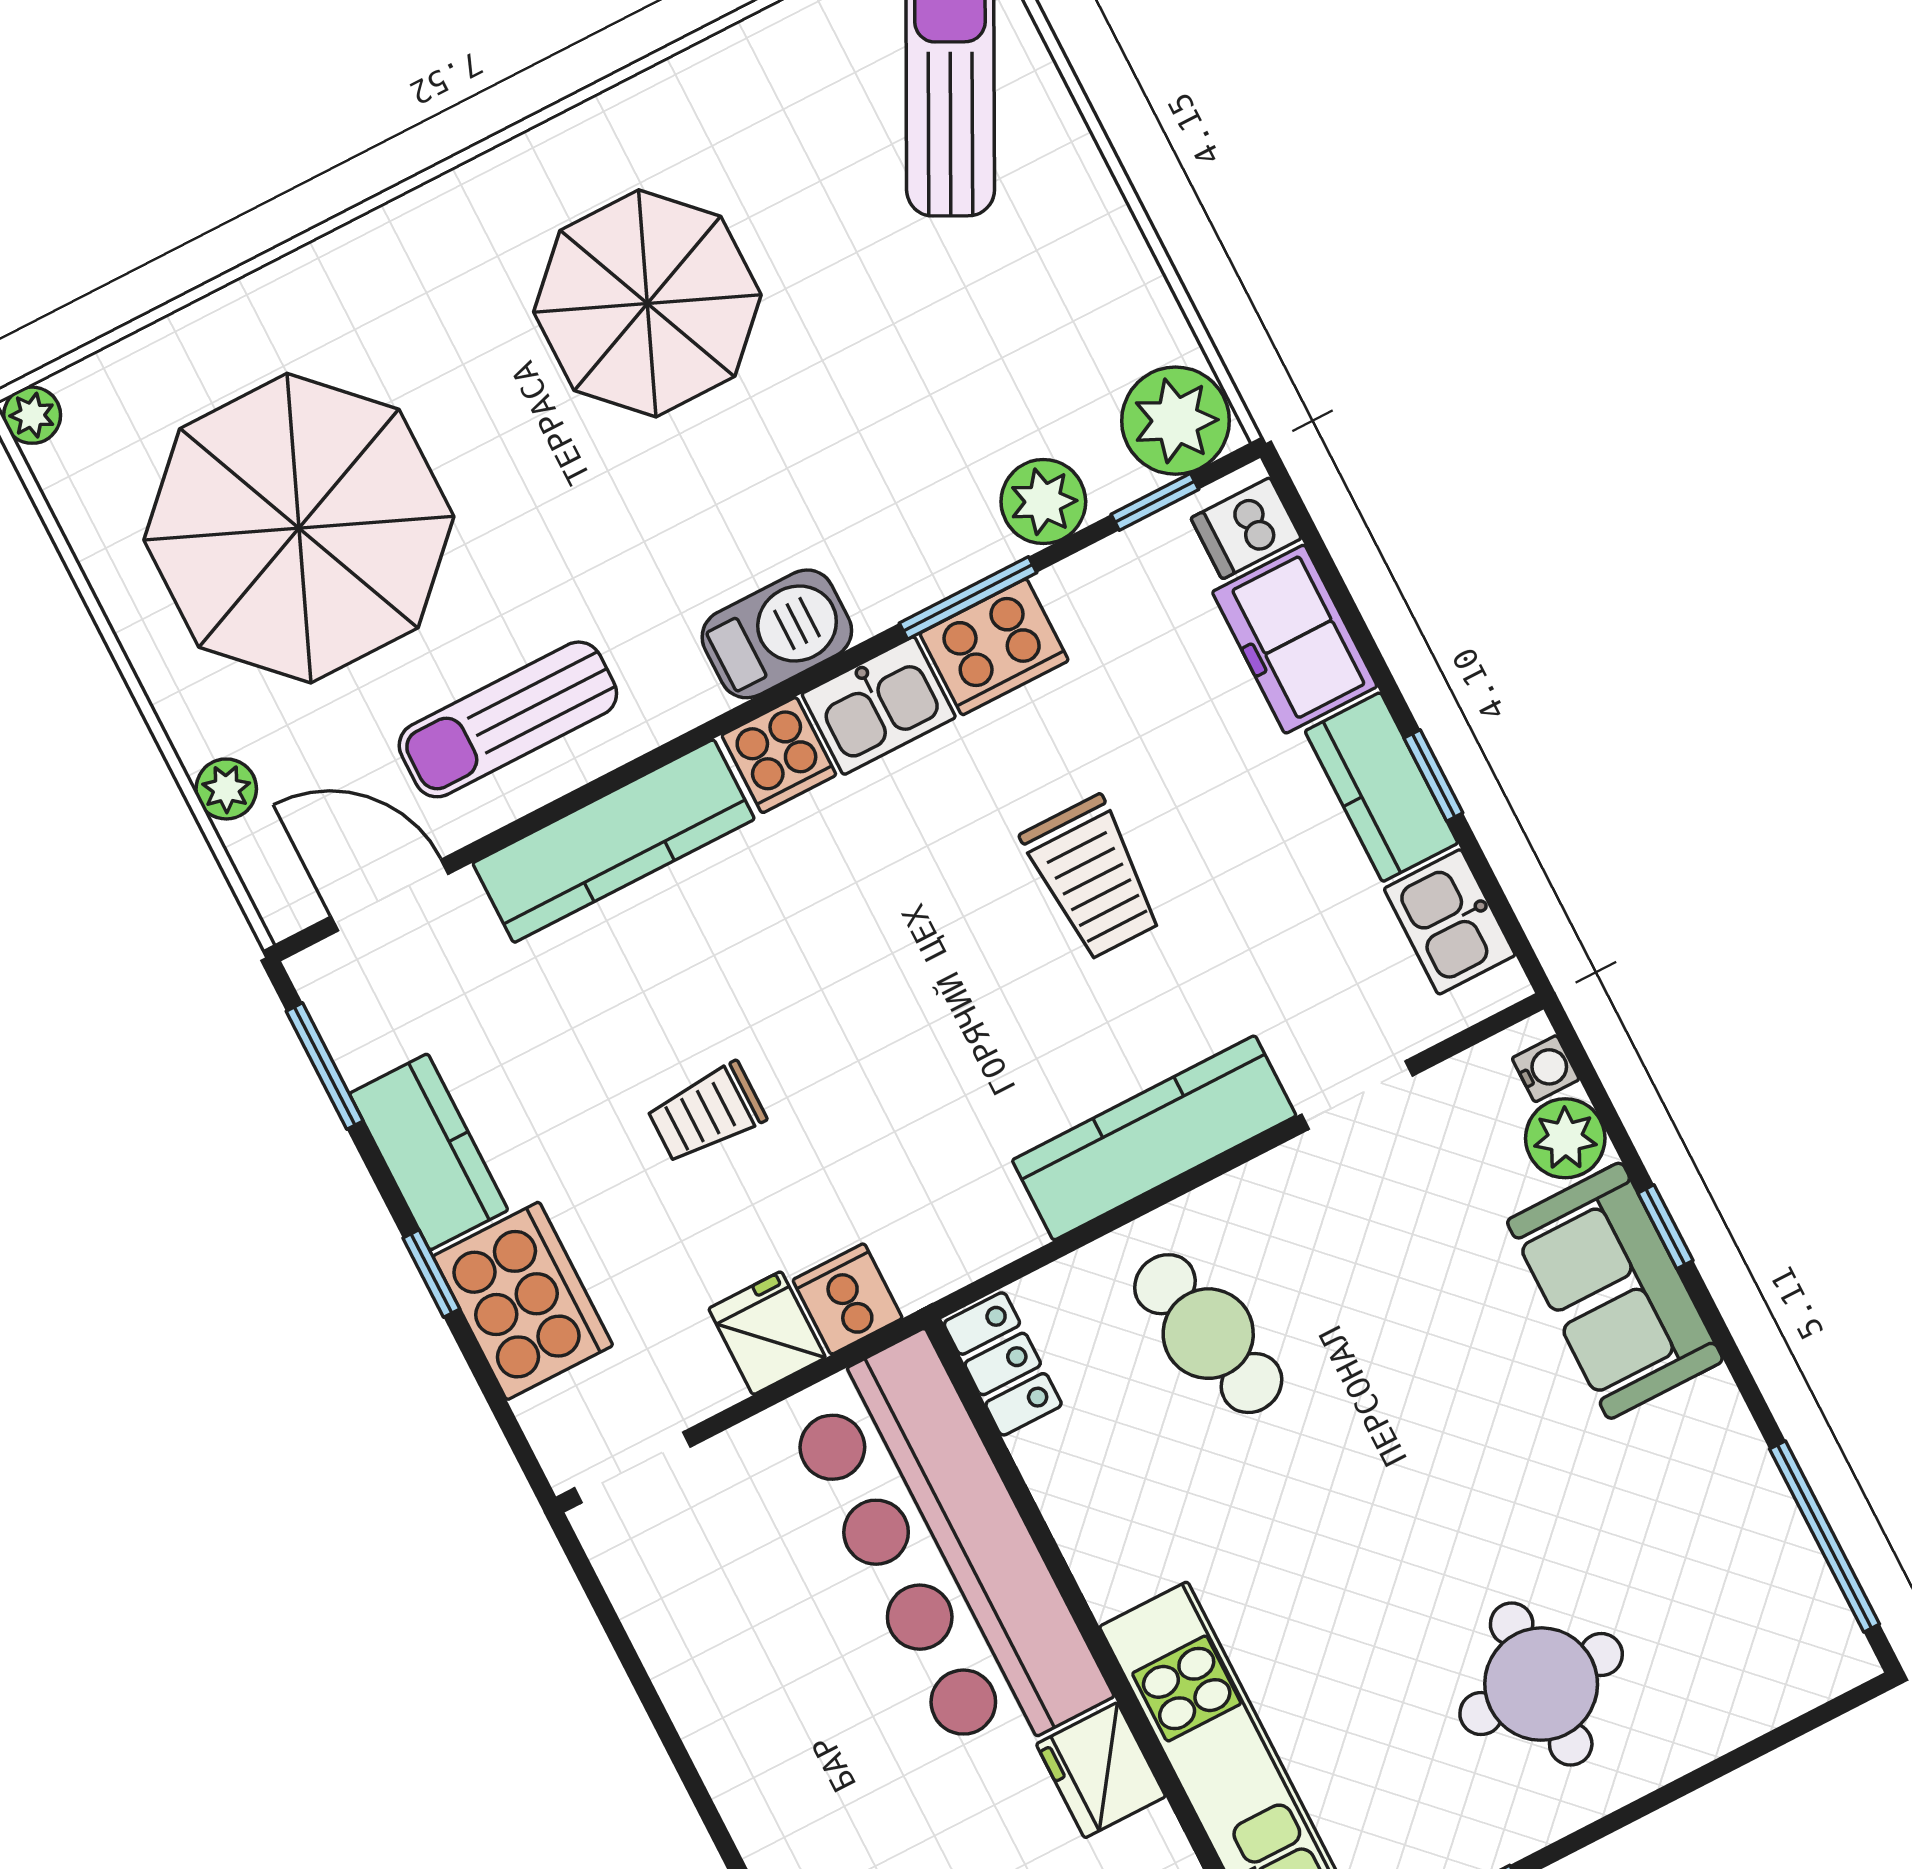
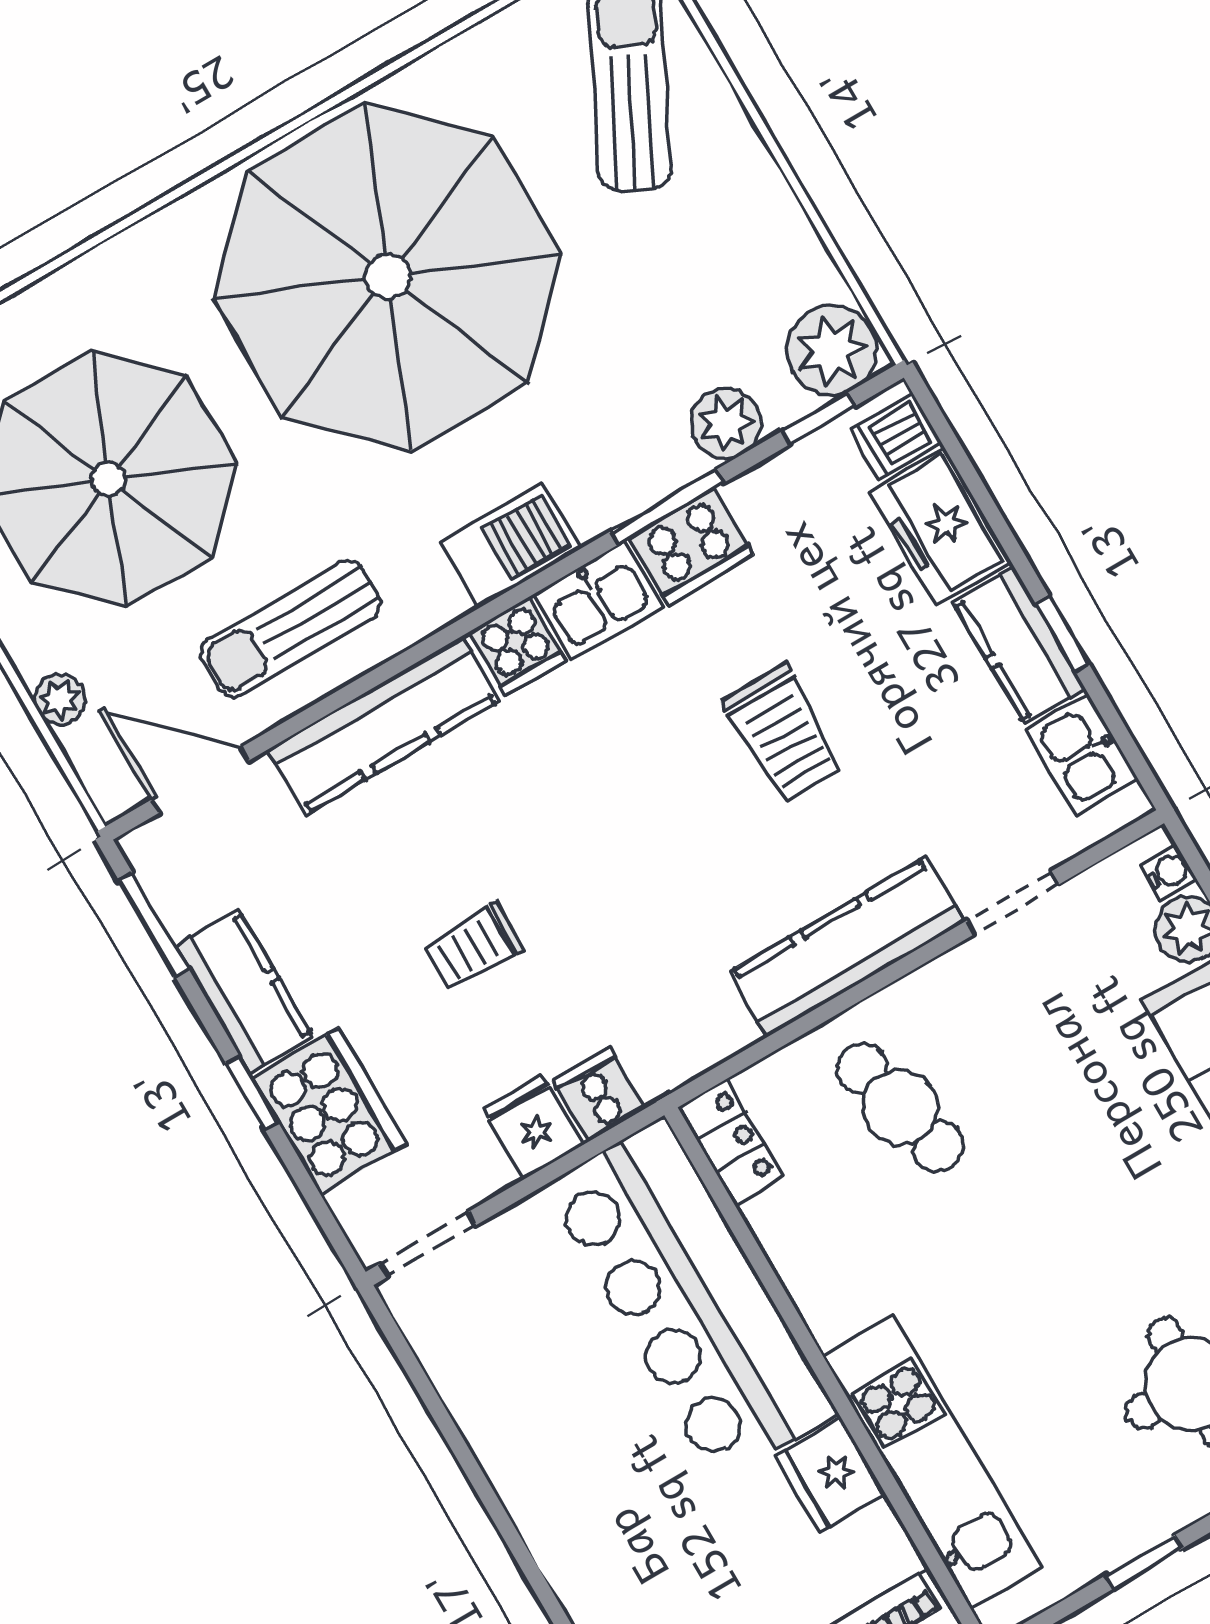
parasol: (647, 303) -> (388, 277), width x1.86, depth x1.86

